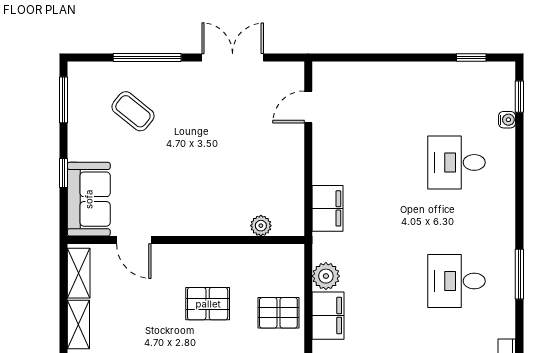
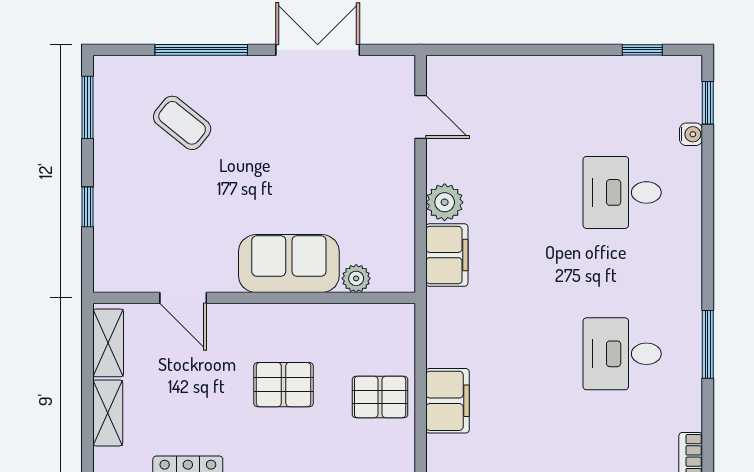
door: (308, 107) -> (421, 117), swing flipped
sofa: (89, 199) -> (289, 264), moved, turned -90
plant: (326, 276) -> (445, 202), moved

